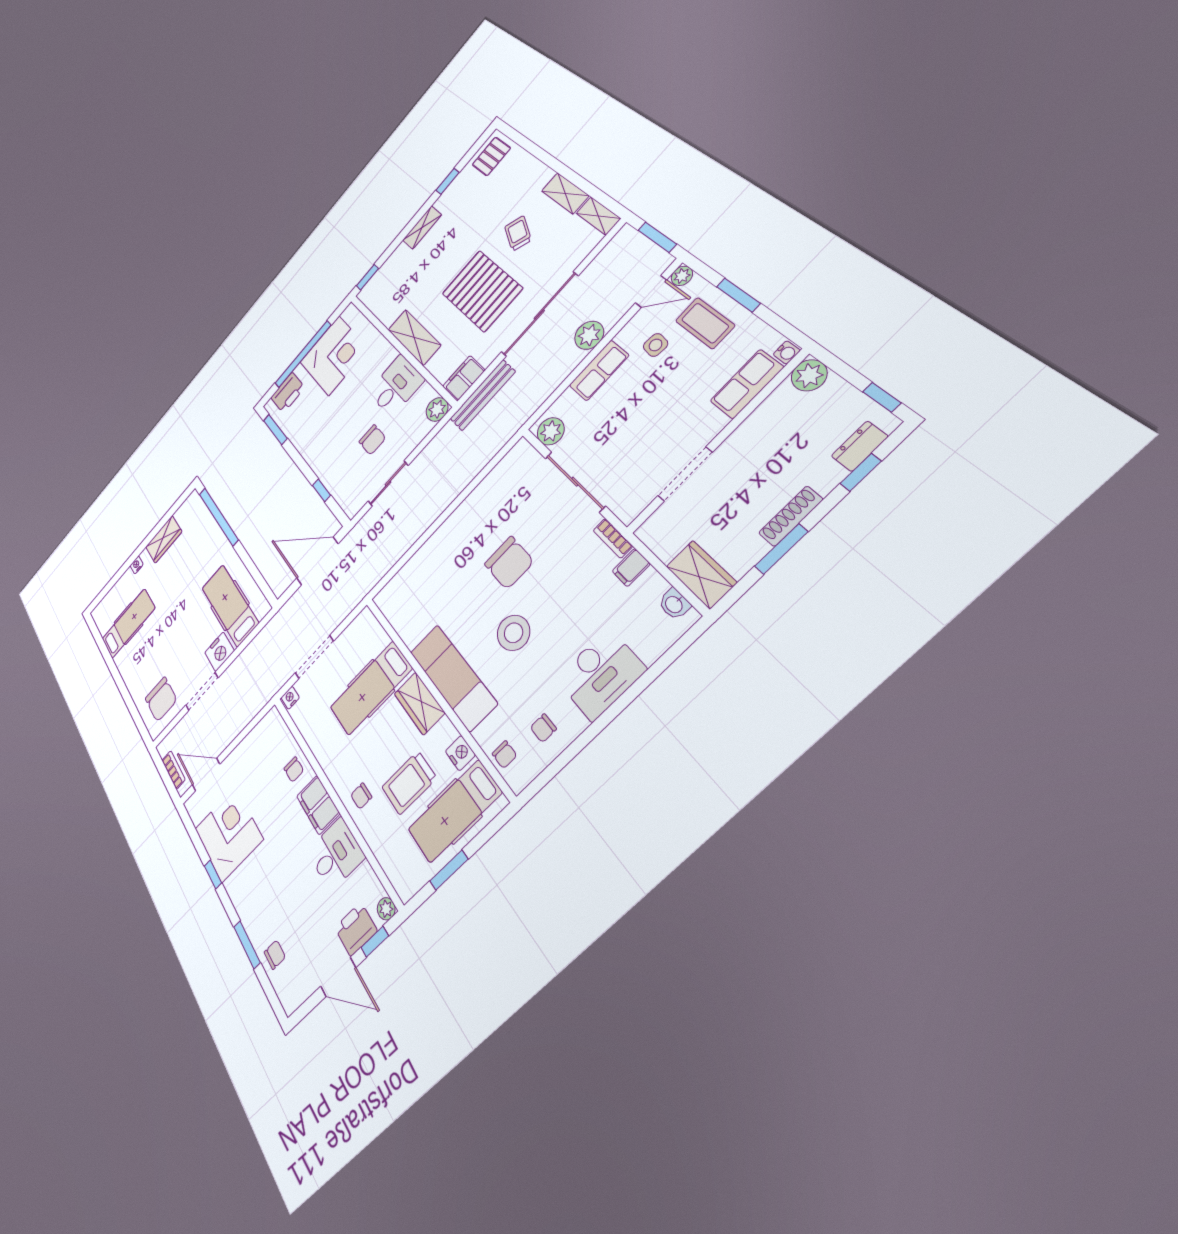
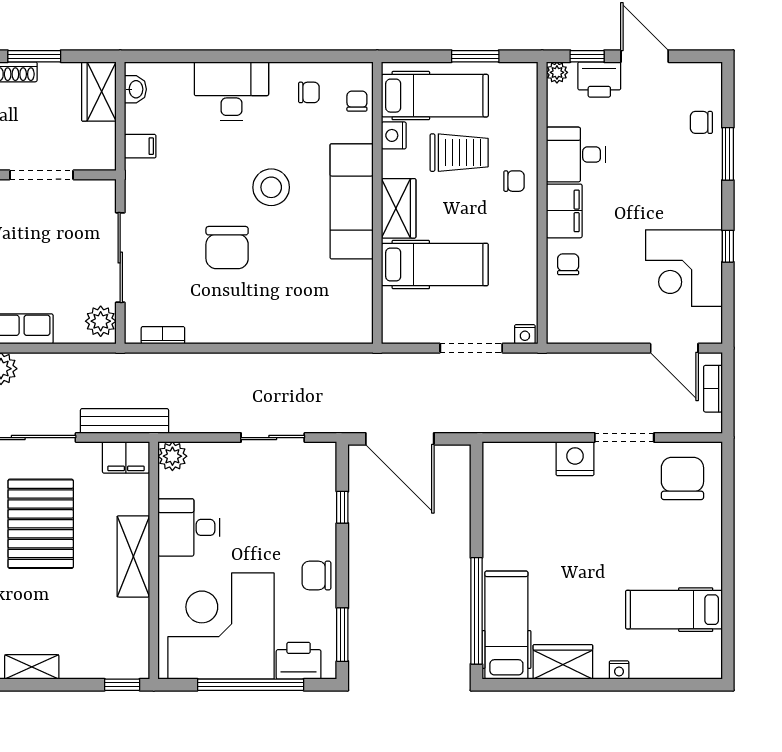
corner desk: (334, 355) -> (221, 626), width x1.36, depth x1.36
chair: (372, 440) -> (316, 576), moved, turned -90
bookcase: (613, 538) -> (163, 335), moved, turned -90
chair: (509, 563) -> (227, 248), turned 180
hospital bed: (230, 605) -> (506, 625), moved, turned 180

